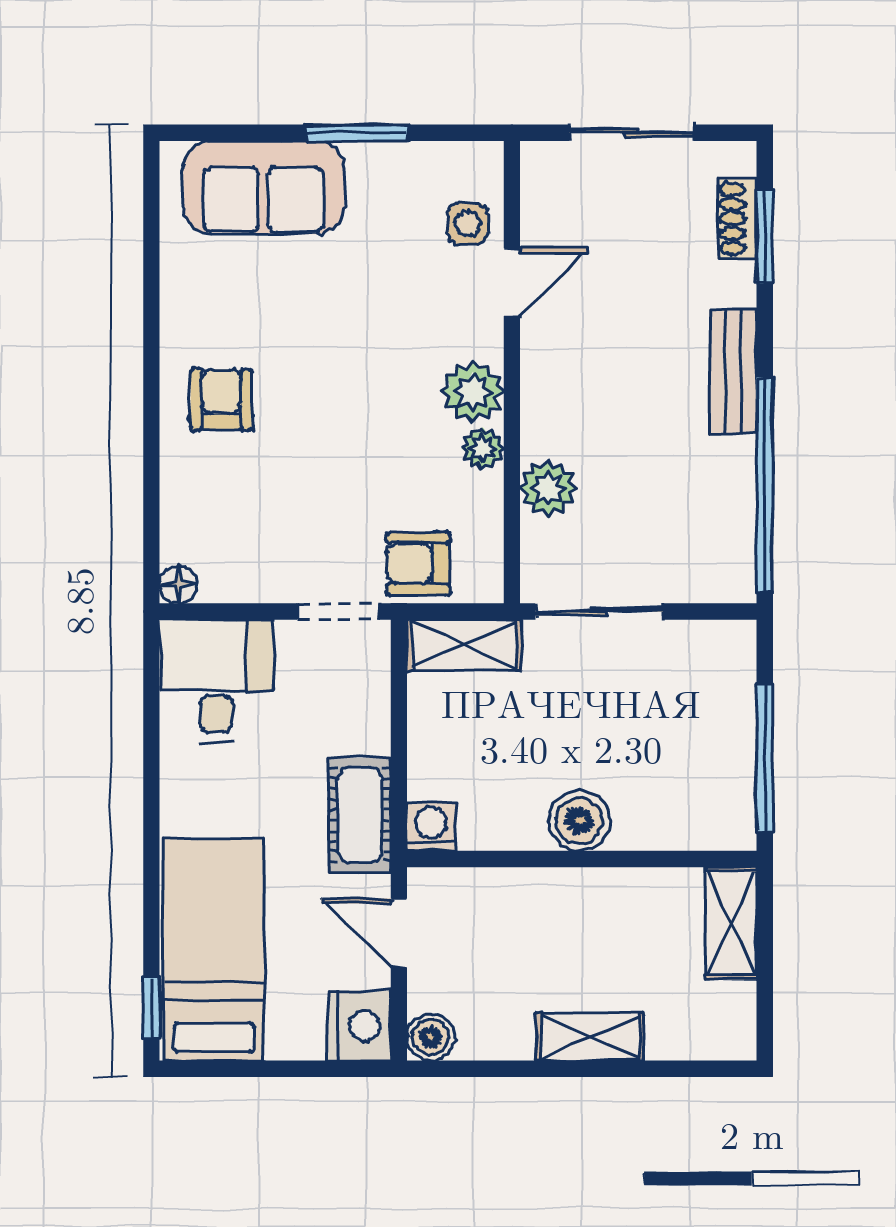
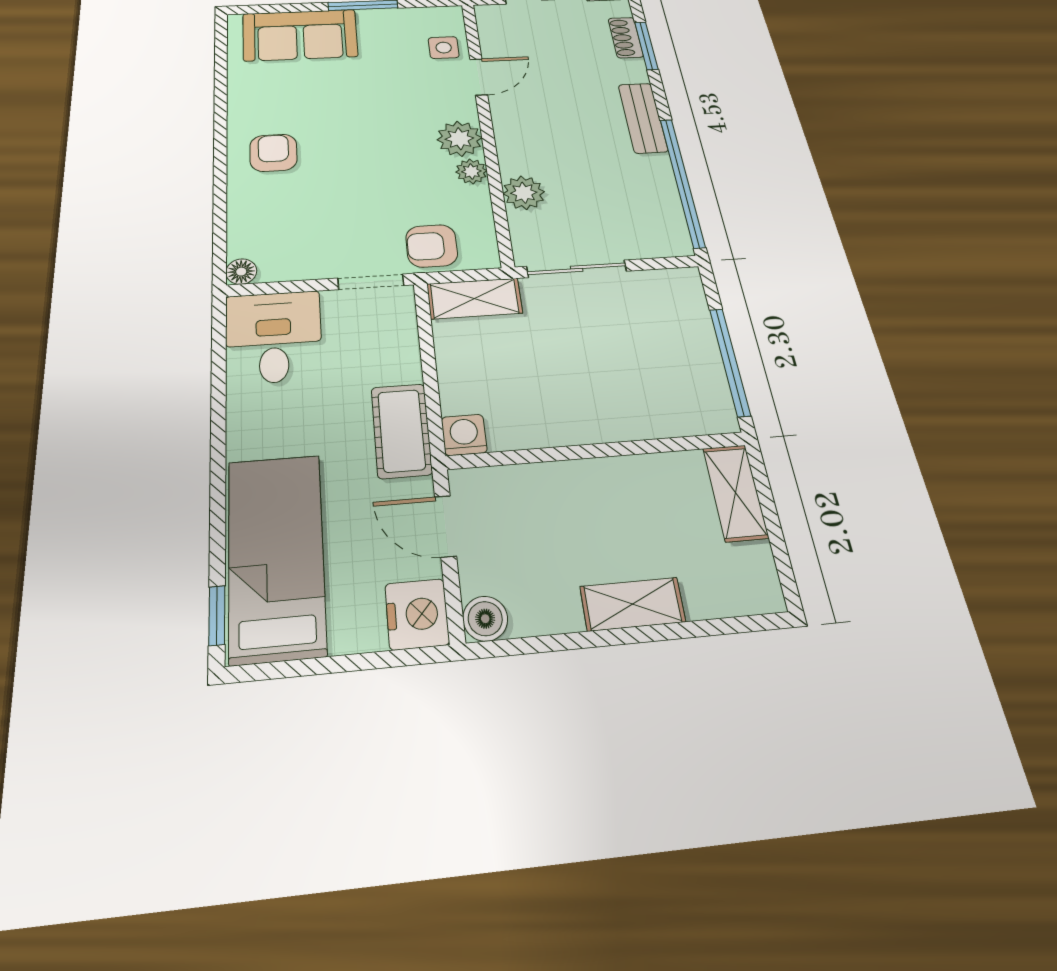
boiler: (579, 821) -> (589, 420), removed

